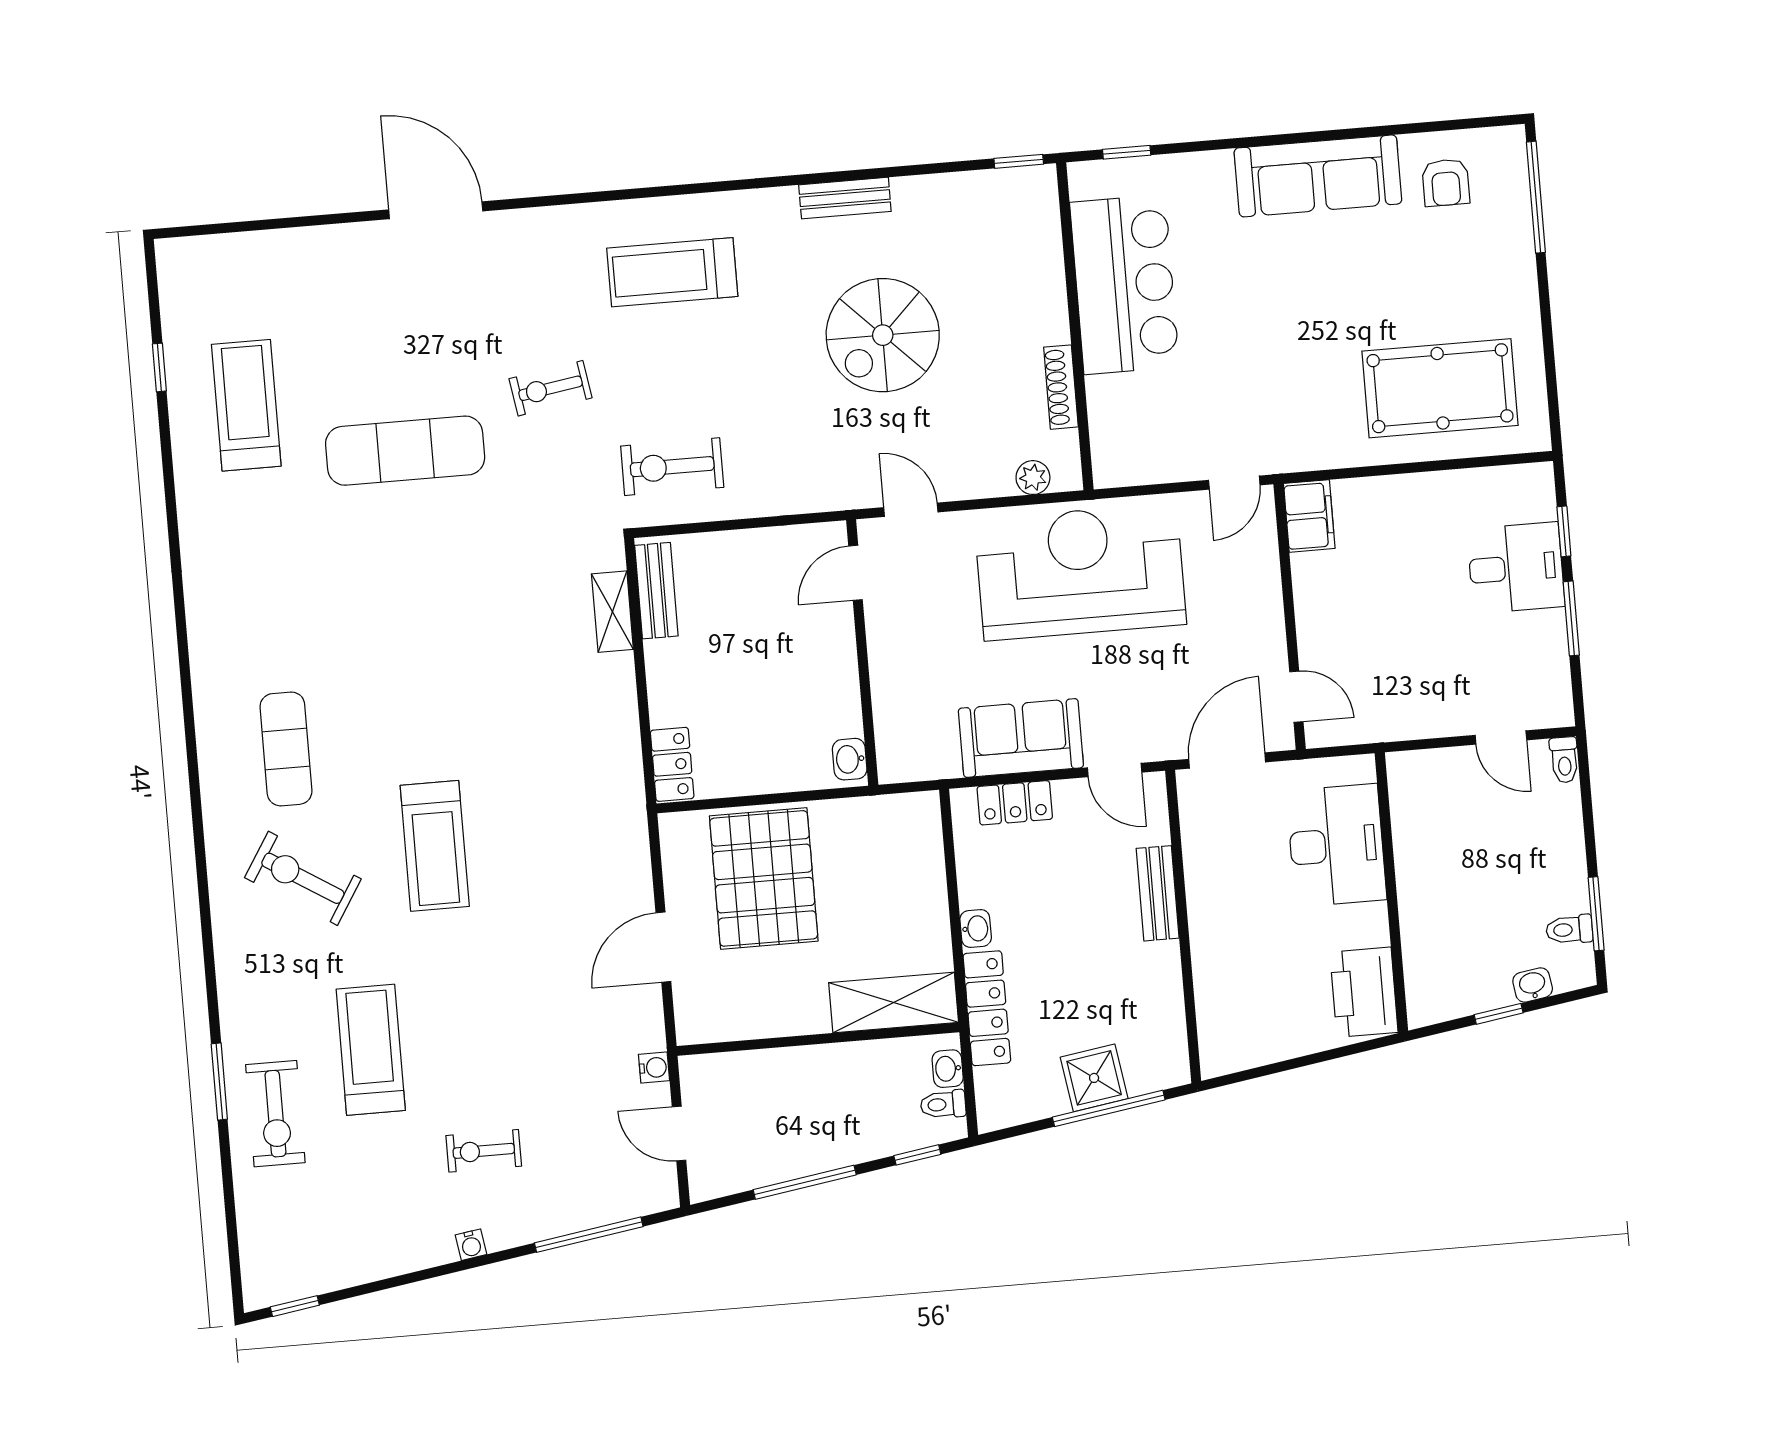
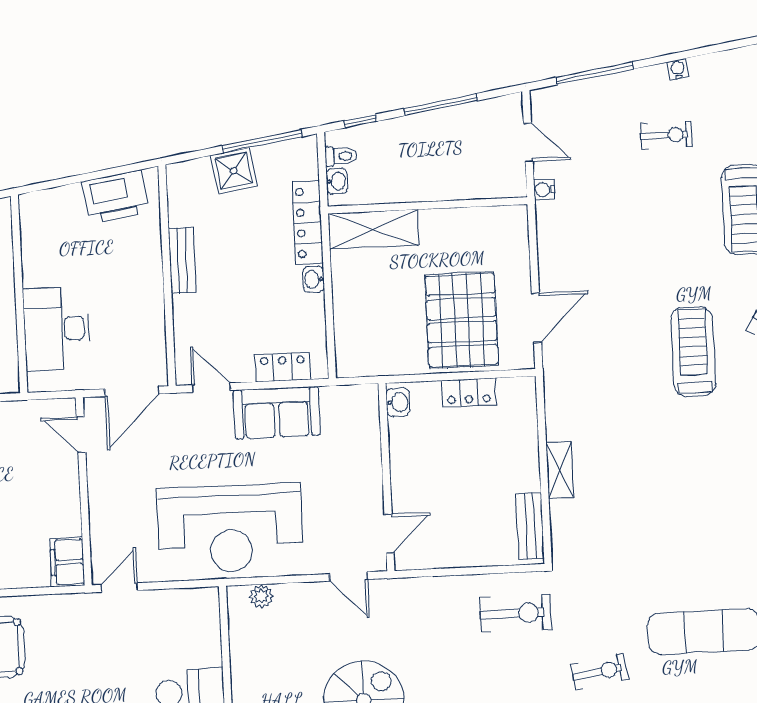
shoe rack: (1061, 387) -> (239, 659), removed
shelving: (612, 612) -> (560, 470), moved
locker: (672, 764) -> (469, 392), moved, turned -90
bench: (1158, 893) -> (182, 260), moved
door: (663, 947) -> (536, 318), moved
printer: (1364, 992) -> (115, 197), moved, turned 81
window: (1109, 1108) -> (262, 141), moved

